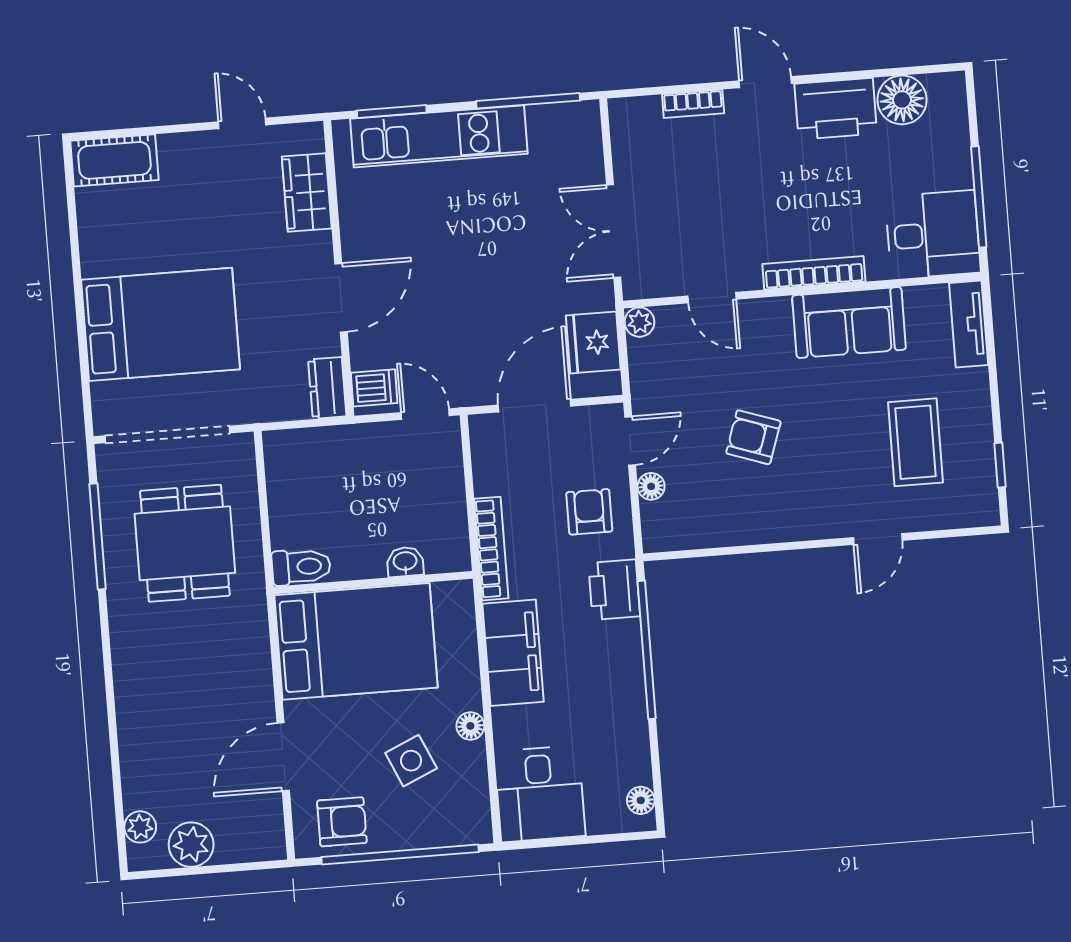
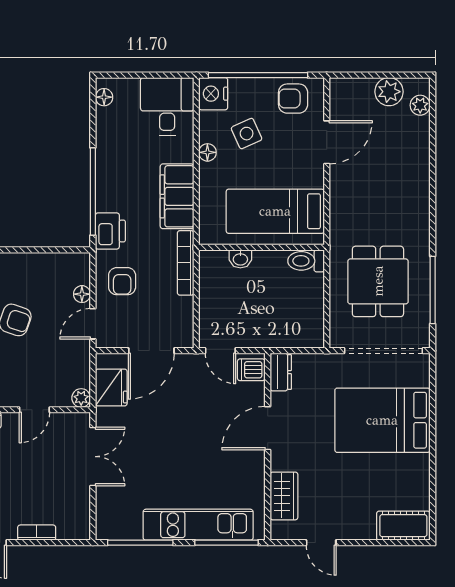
window: (392, 112) -> (227, 543), width x1.44
door: (712, 298) -> (34, 410), swing flipped
bed: (356, 641) -> (275, 211), width x0.67
nightstand: (469, 820) -> (213, 94), added

